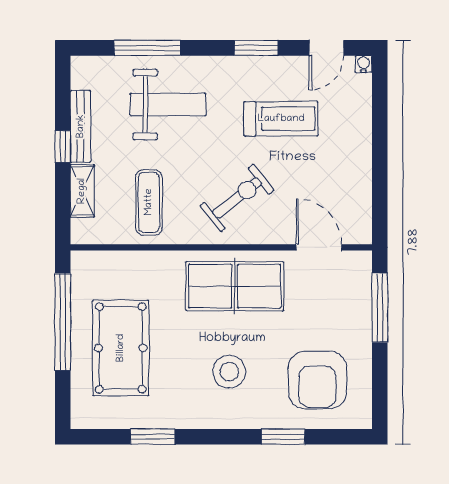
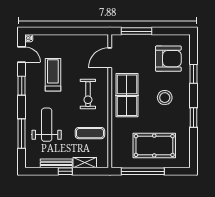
exercise bike: (237, 198) -> (88, 94), turned -142
window: (153, 437) -> (193, 118), moved

